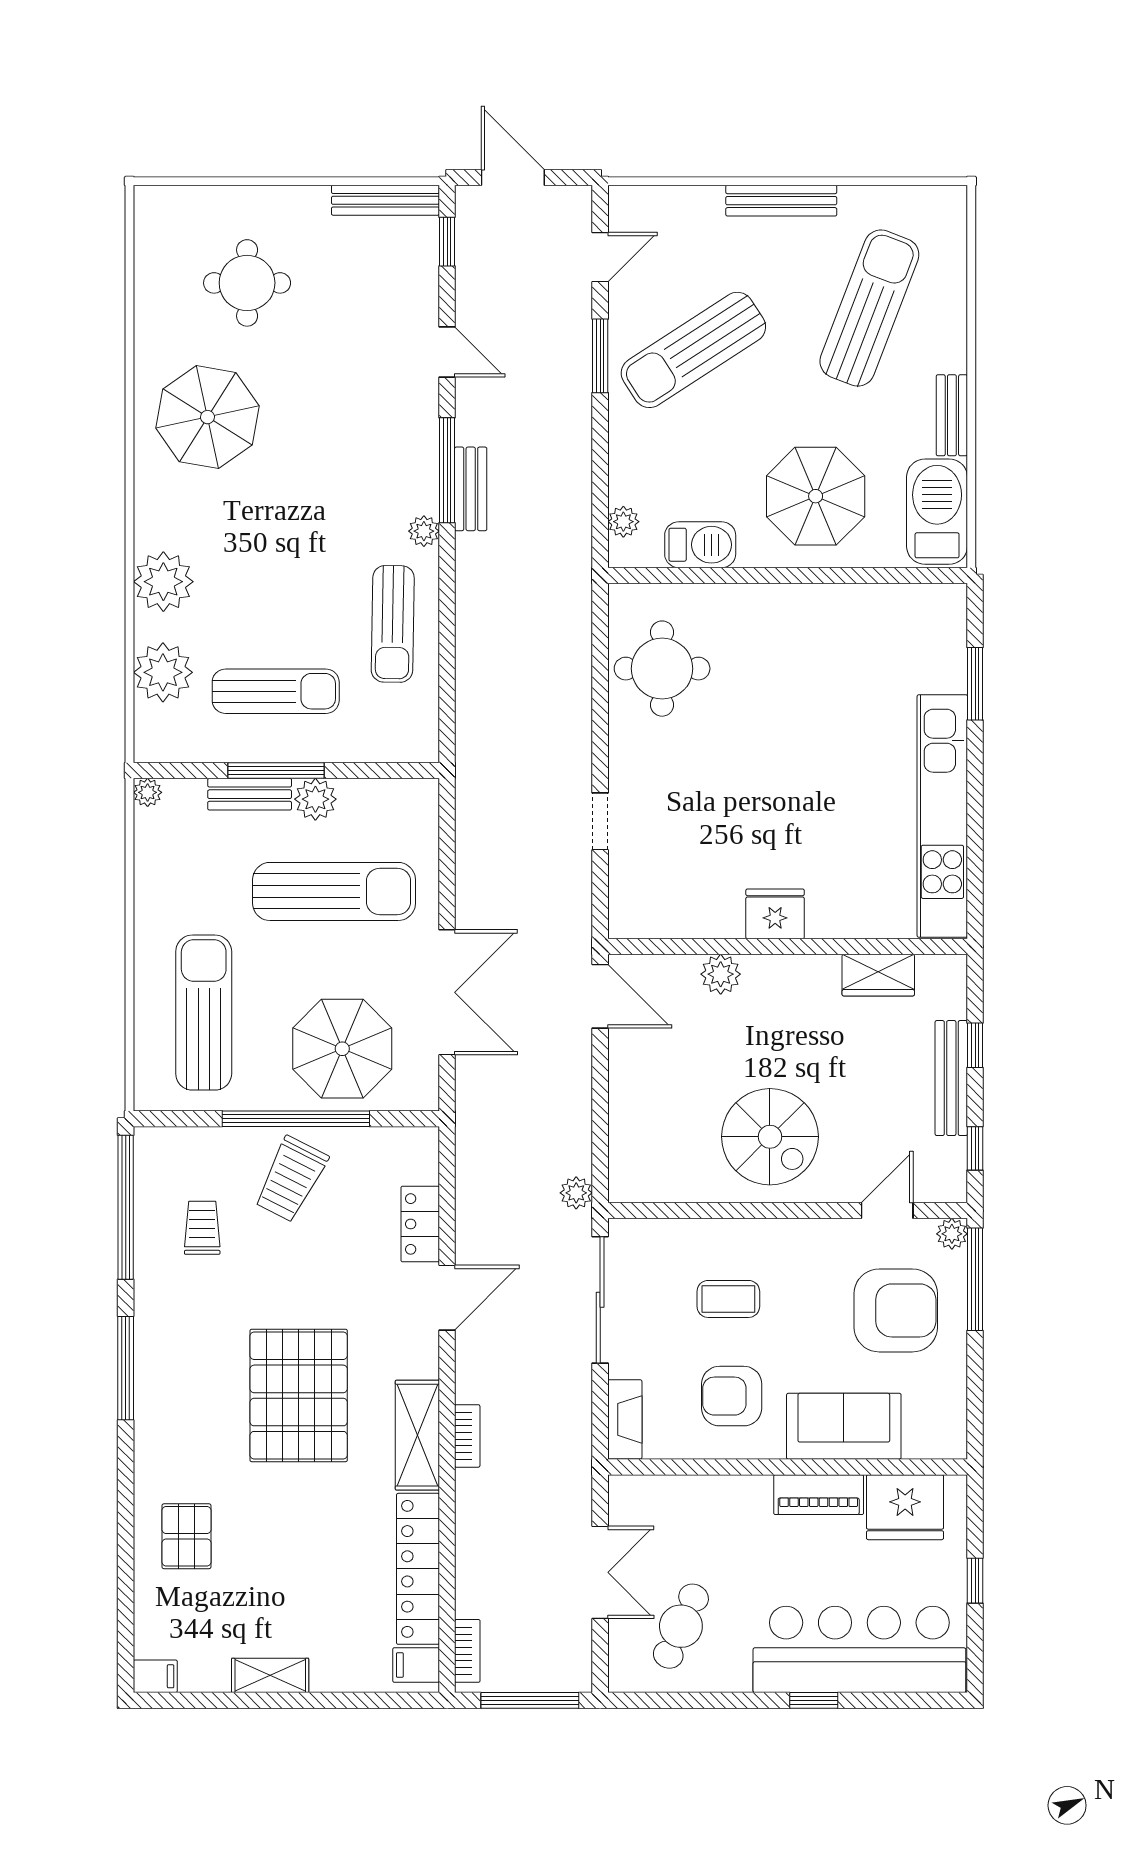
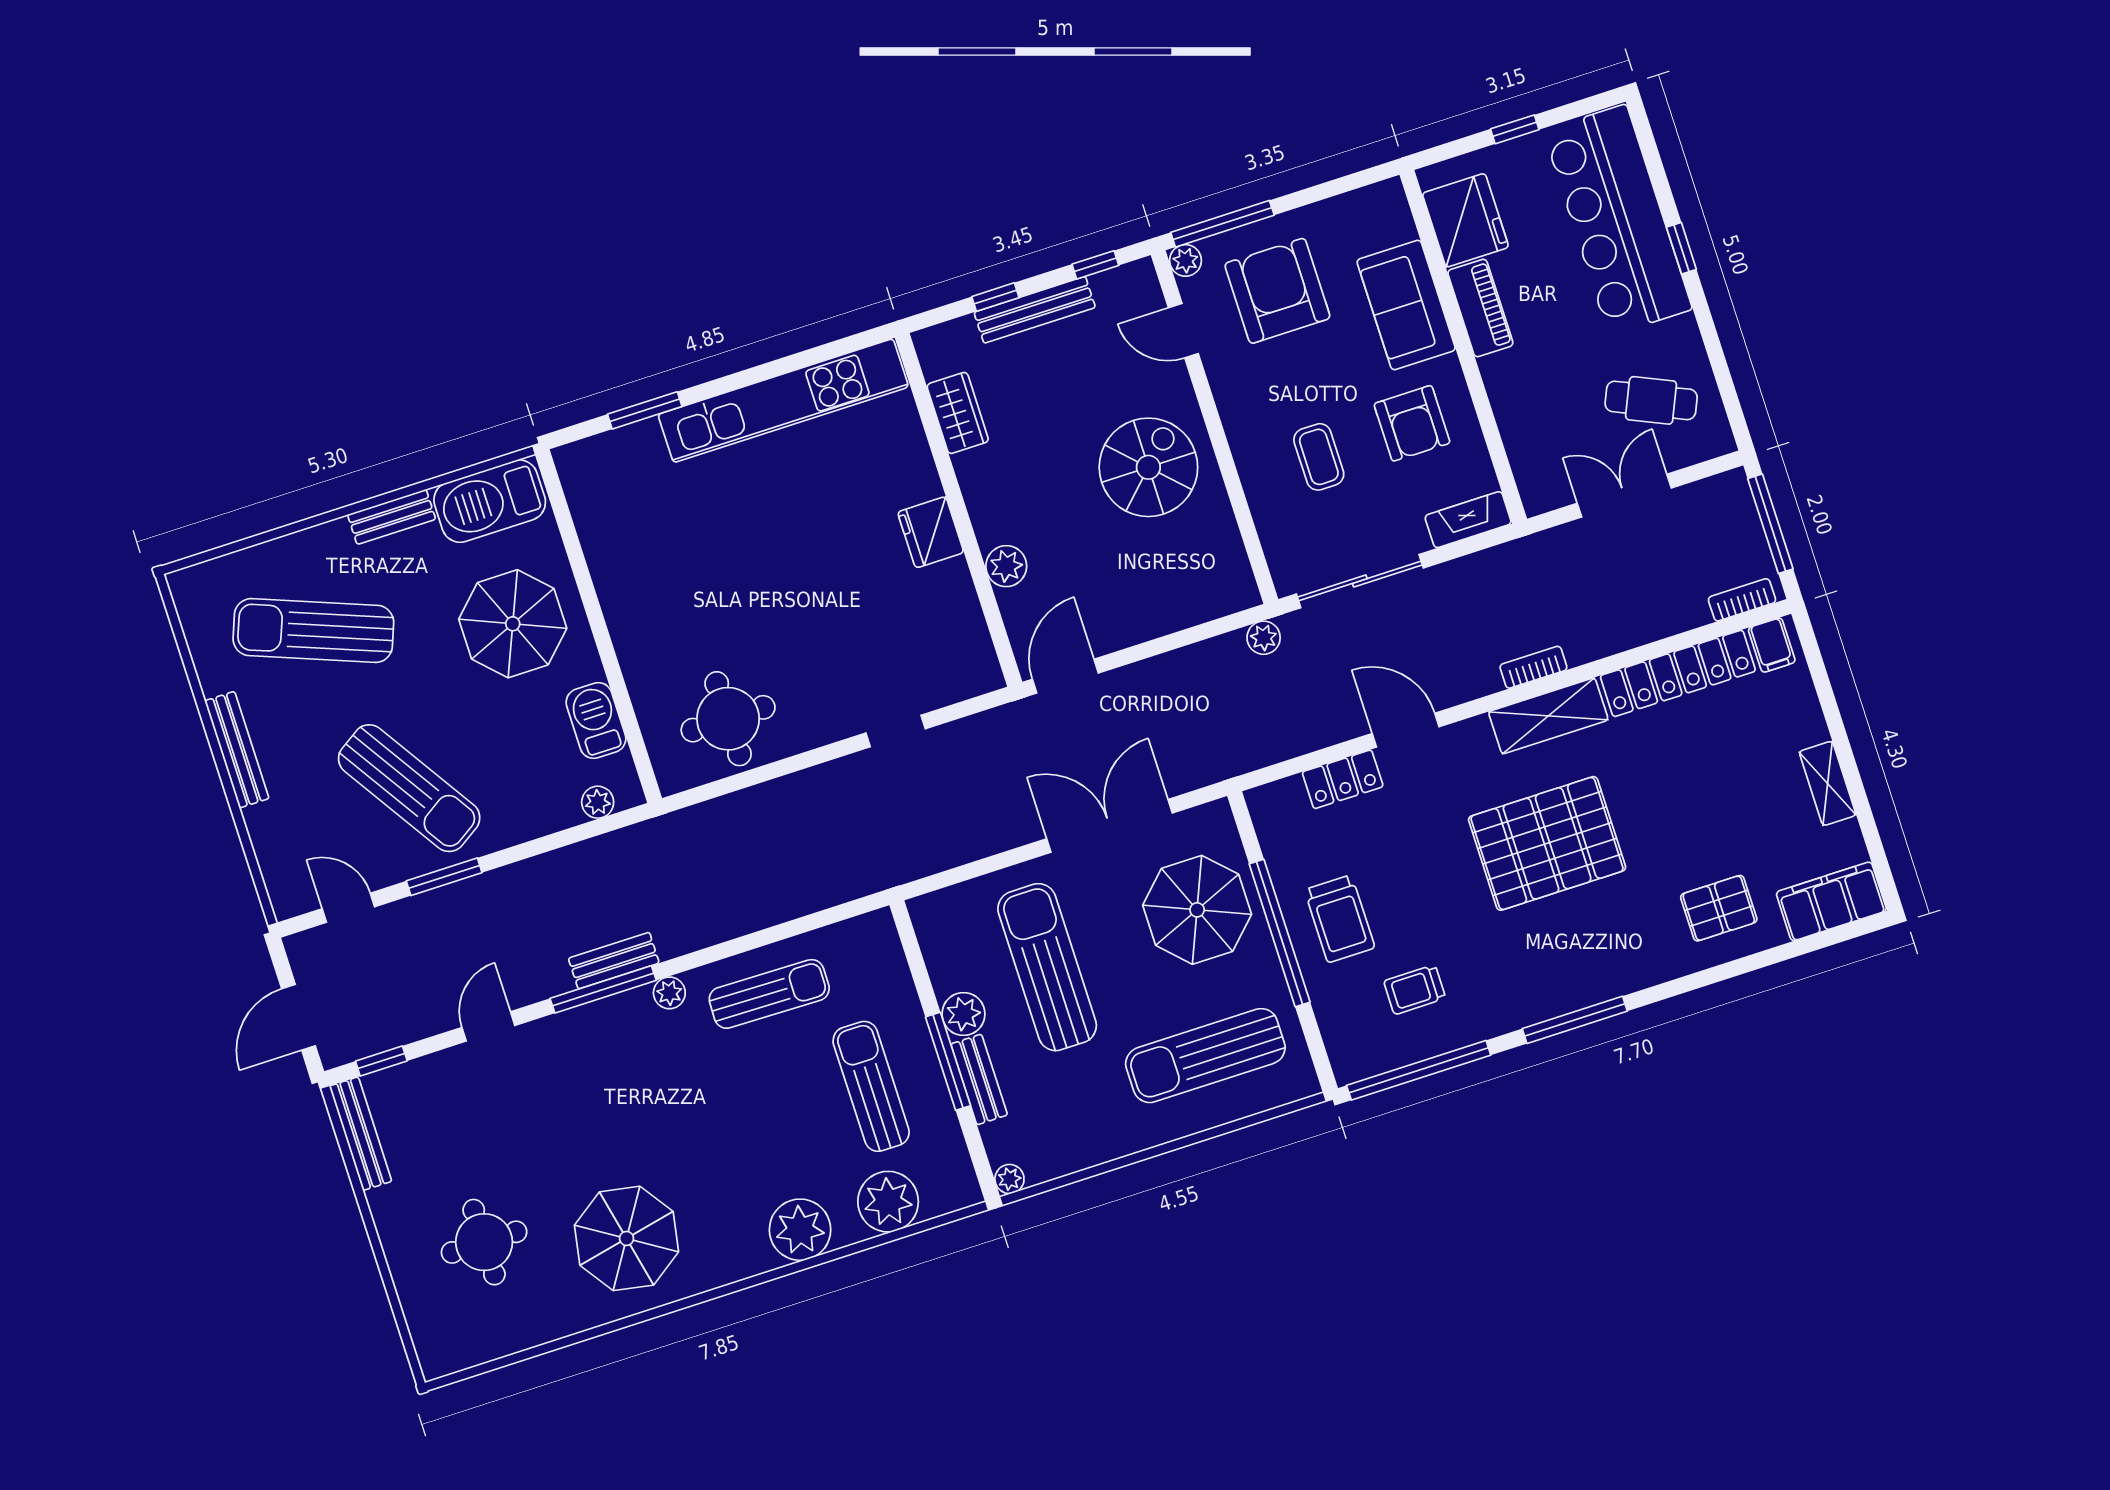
trolley: (291, 1179) -> (1340, 919), turned 63
filing cabinet: (155, 1676) -> (1831, 901), width x3.00, depth x1.17

